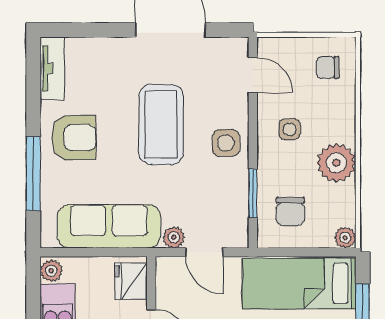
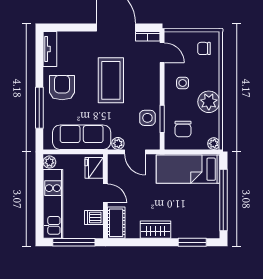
bookcase: (227, 46) -> (148, 36), added
armchair: (74, 138) -> (62, 88), turned -90
side table: (226, 143) -> (147, 118), moved

